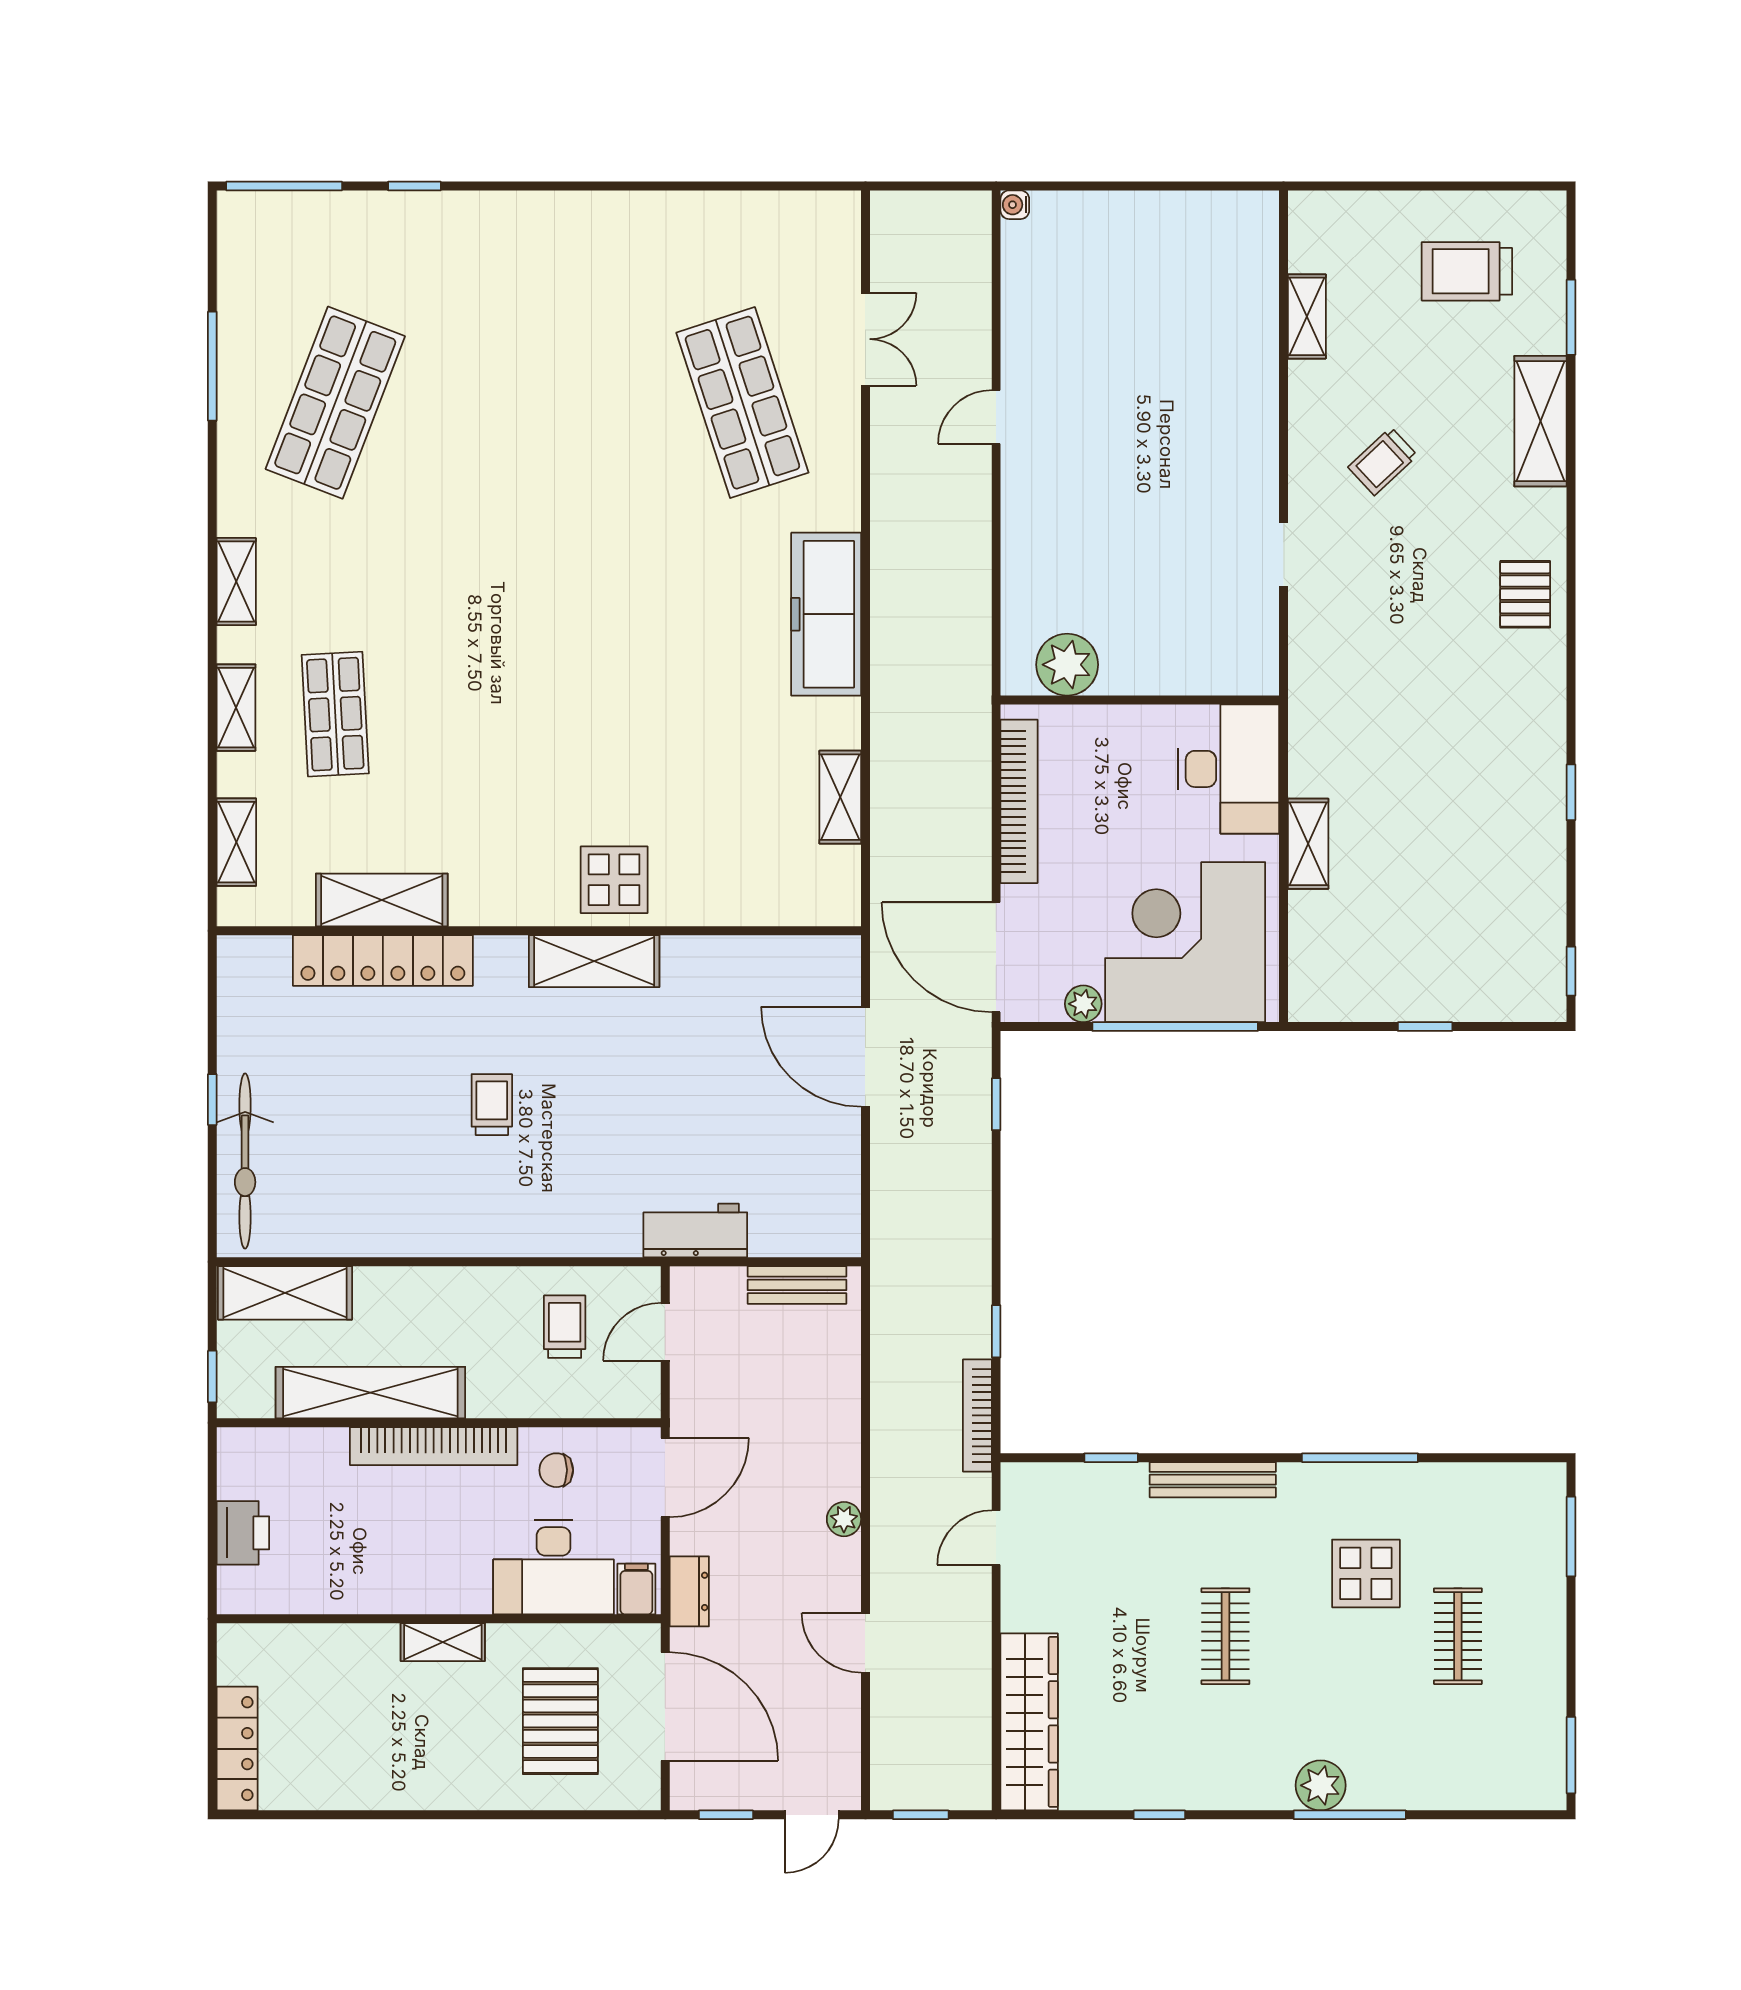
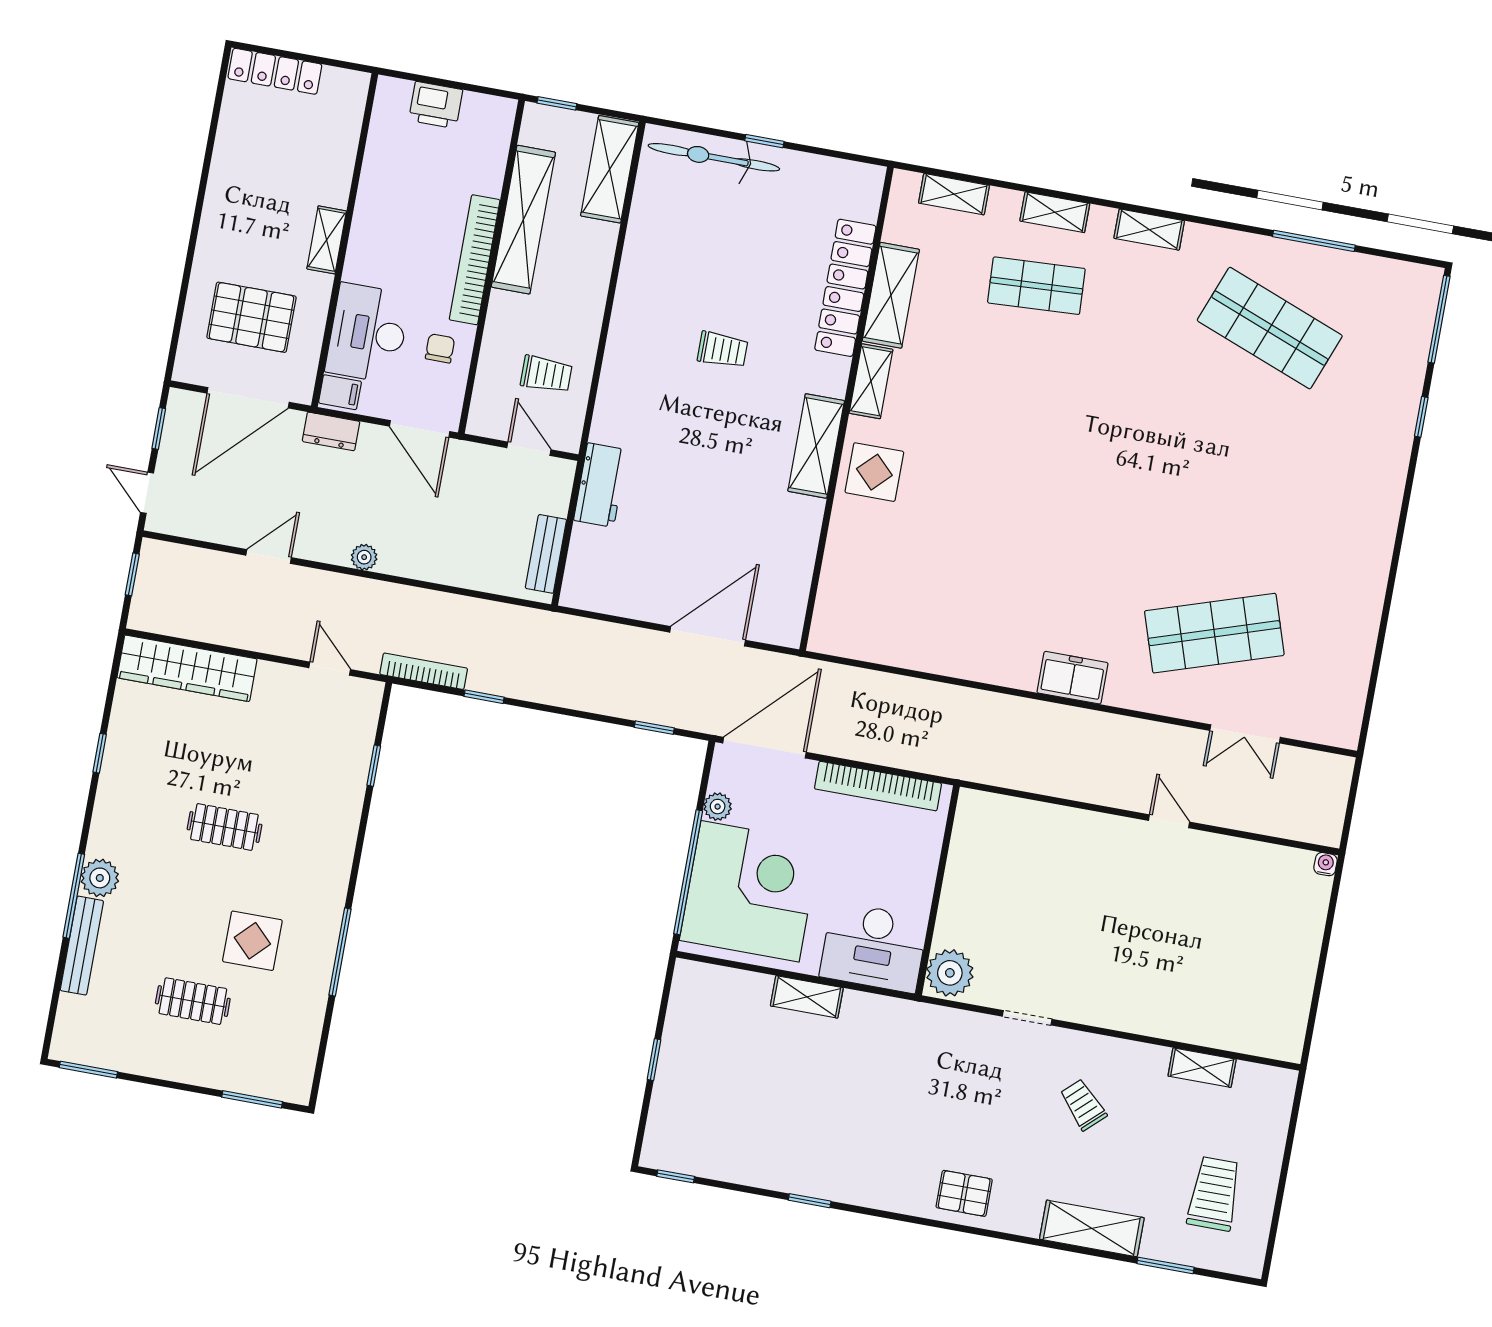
freezer: (826, 614) -> (1072, 678), width x0.52, depth x0.79
plant: (1067, 665) -> (950, 973), moved
shelving: (840, 797) -> (871, 381), moved, turned 90
bench: (1213, 1480) -> (82, 946), moved

